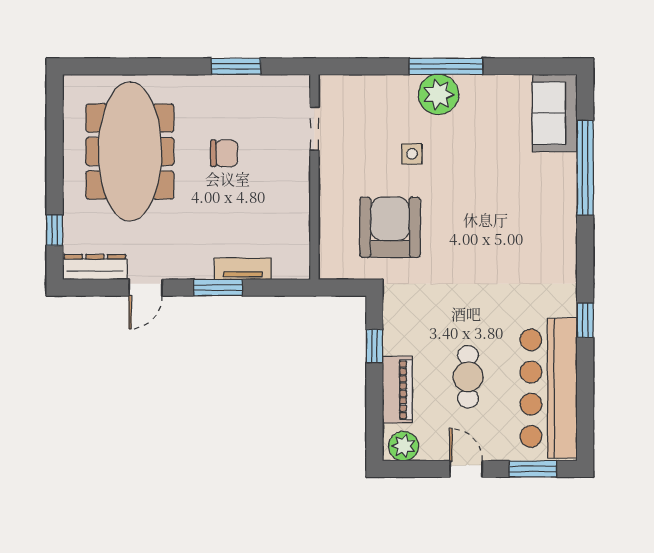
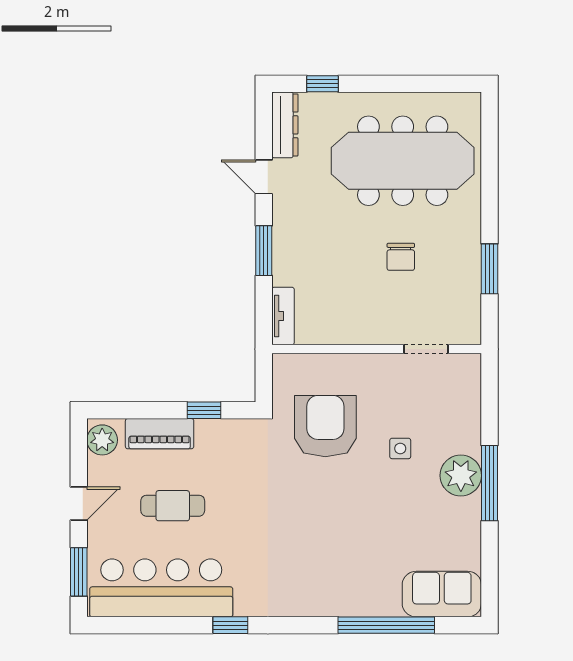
armchair: (390, 227) -> (325, 426), turned -90
tv unit: (243, 269) -> (283, 316), moved

